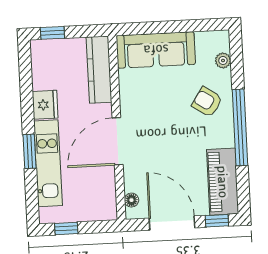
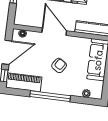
armchair: (207, 102) -> (59, 65), moved

